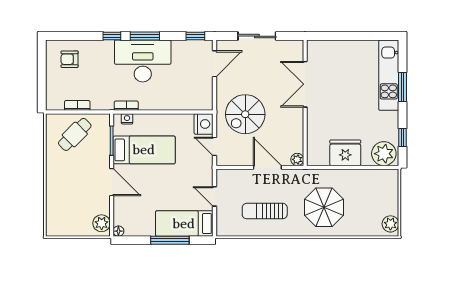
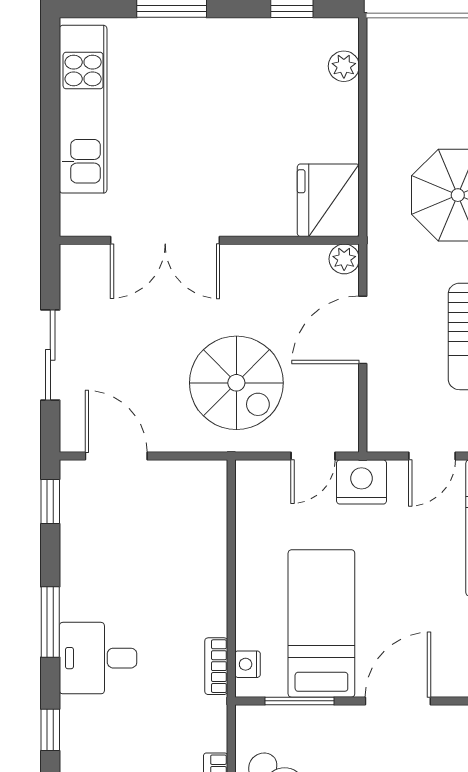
window: (112, 36) -> (50, 730), moved
desk: (143, 61) -> (98, 658), width x0.53, depth x0.77
kitchen unit: (389, 75) -> (83, 109), moved, turned -90
nightstand: (204, 124) -> (362, 482), moved
fridge: (345, 153) -> (328, 200), moved
plant: (384, 154) -> (344, 66), width x0.53, depth x0.53

